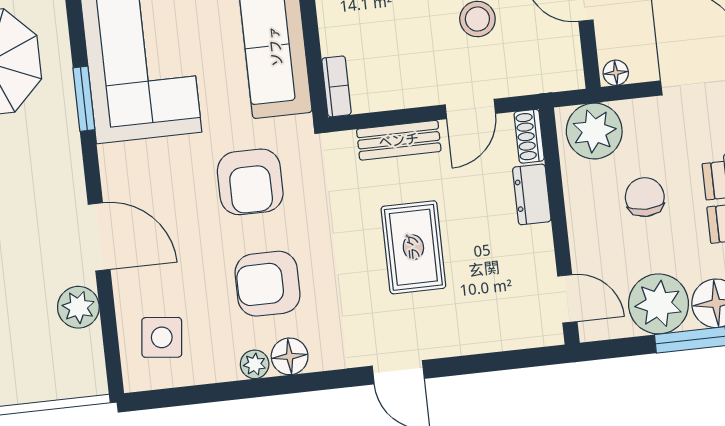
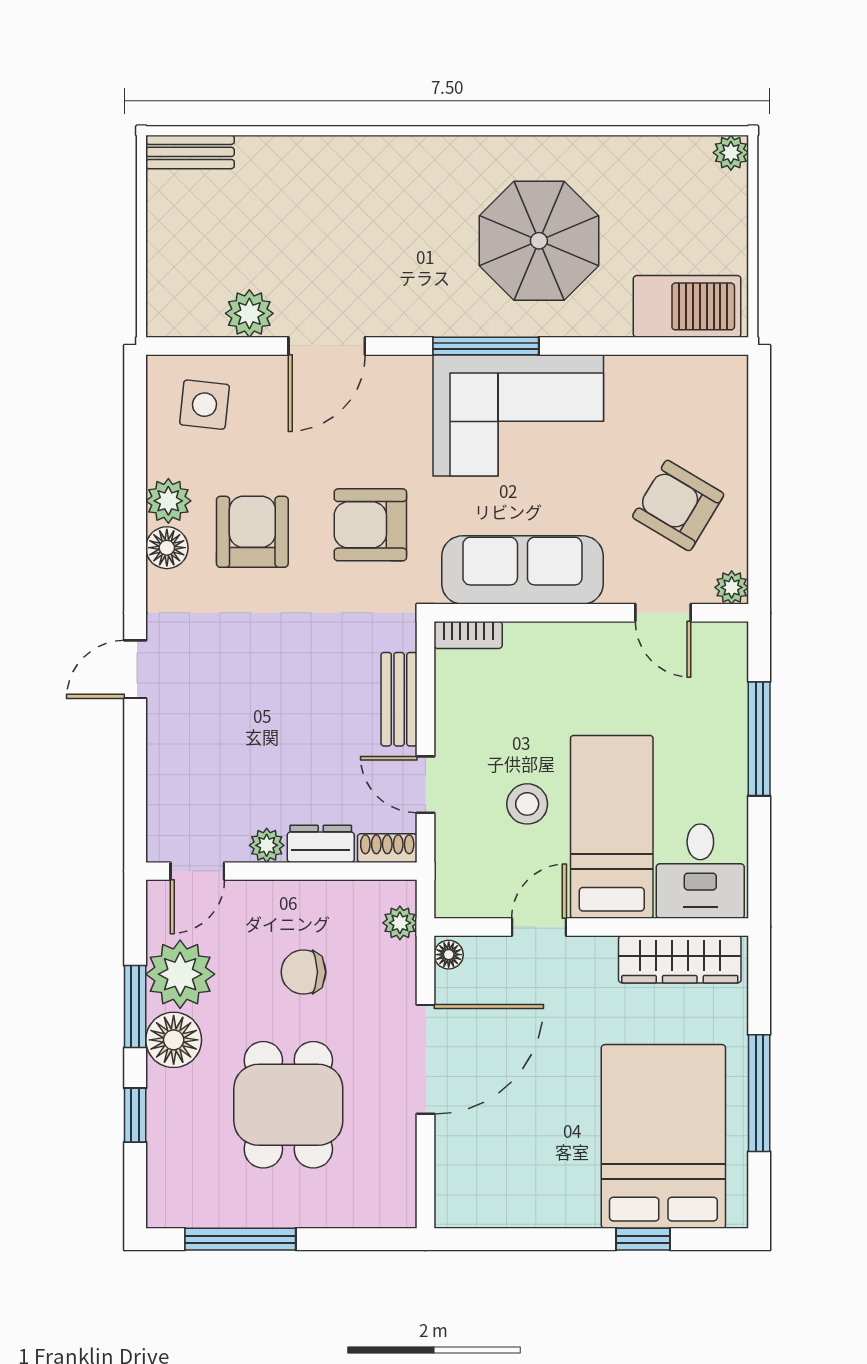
window: (84, 99) -> (486, 346), width x1.44
plant: (594, 131) -> (400, 923), width x0.53, depth x0.53
chair: (645, 197) -> (303, 972), turned 180
plant: (538, 241) -> (267, 845), added
rug: (413, 247) -> (275, 702), removed
plant: (255, 364) -> (168, 501), width x1.38, depth x1.38

